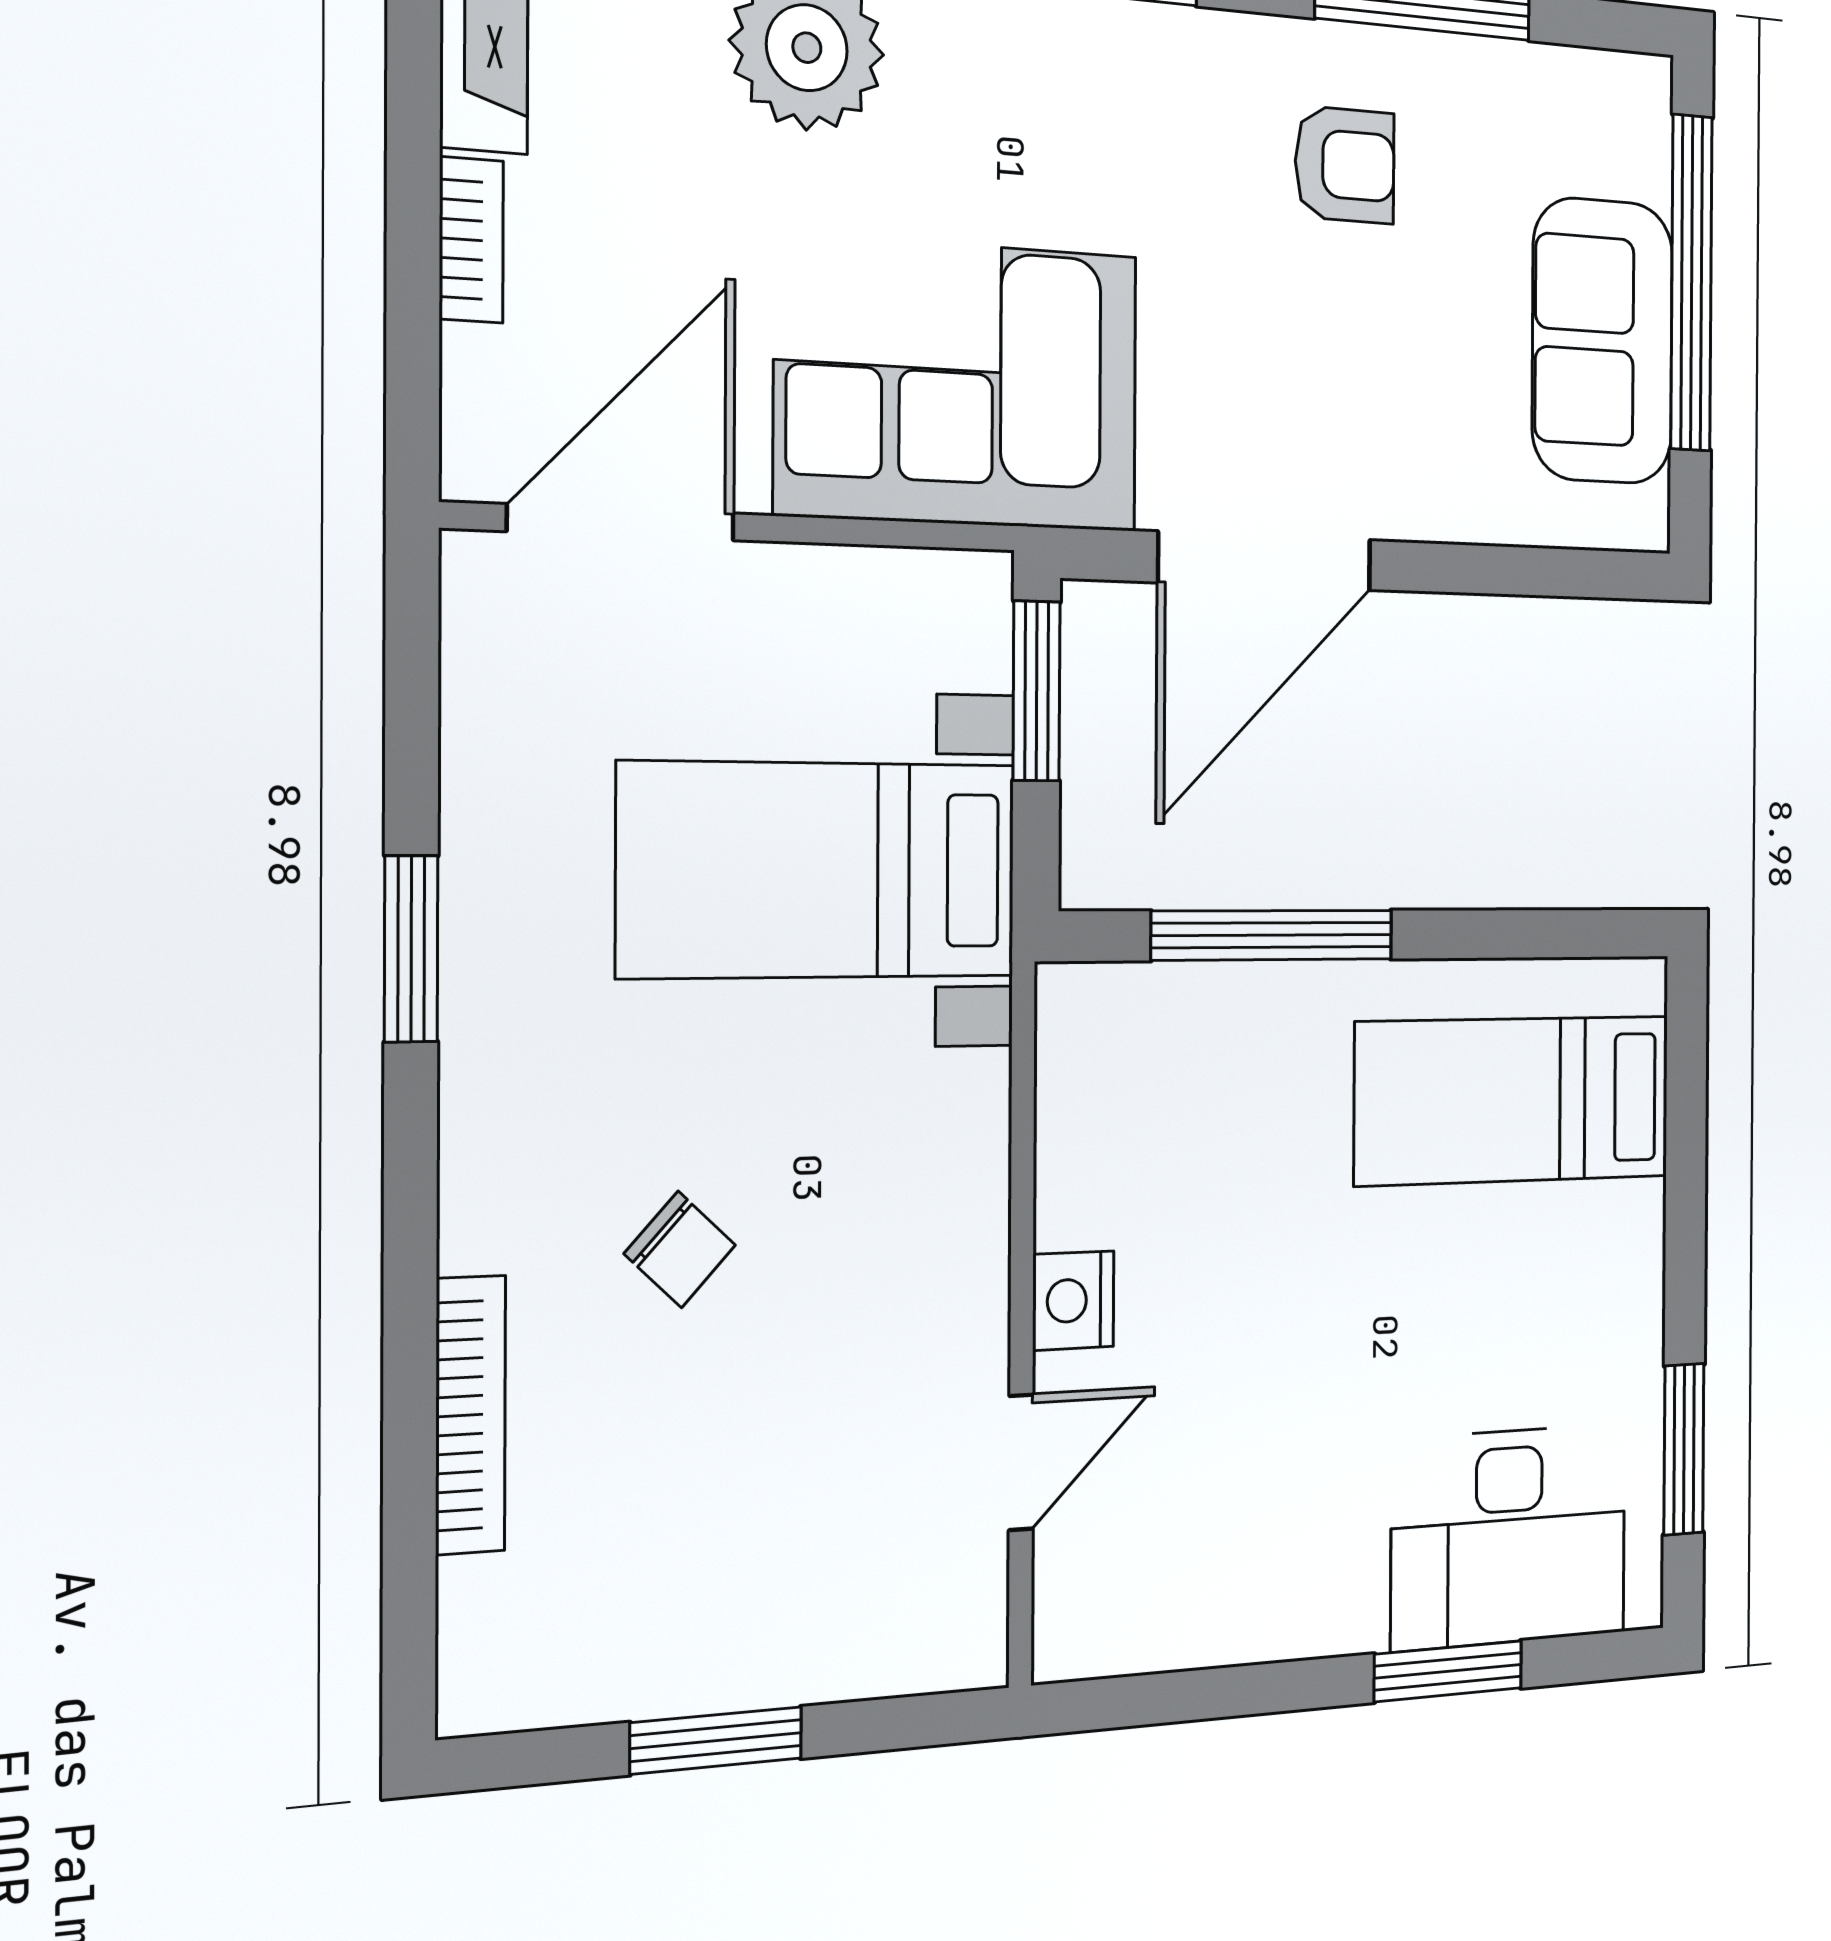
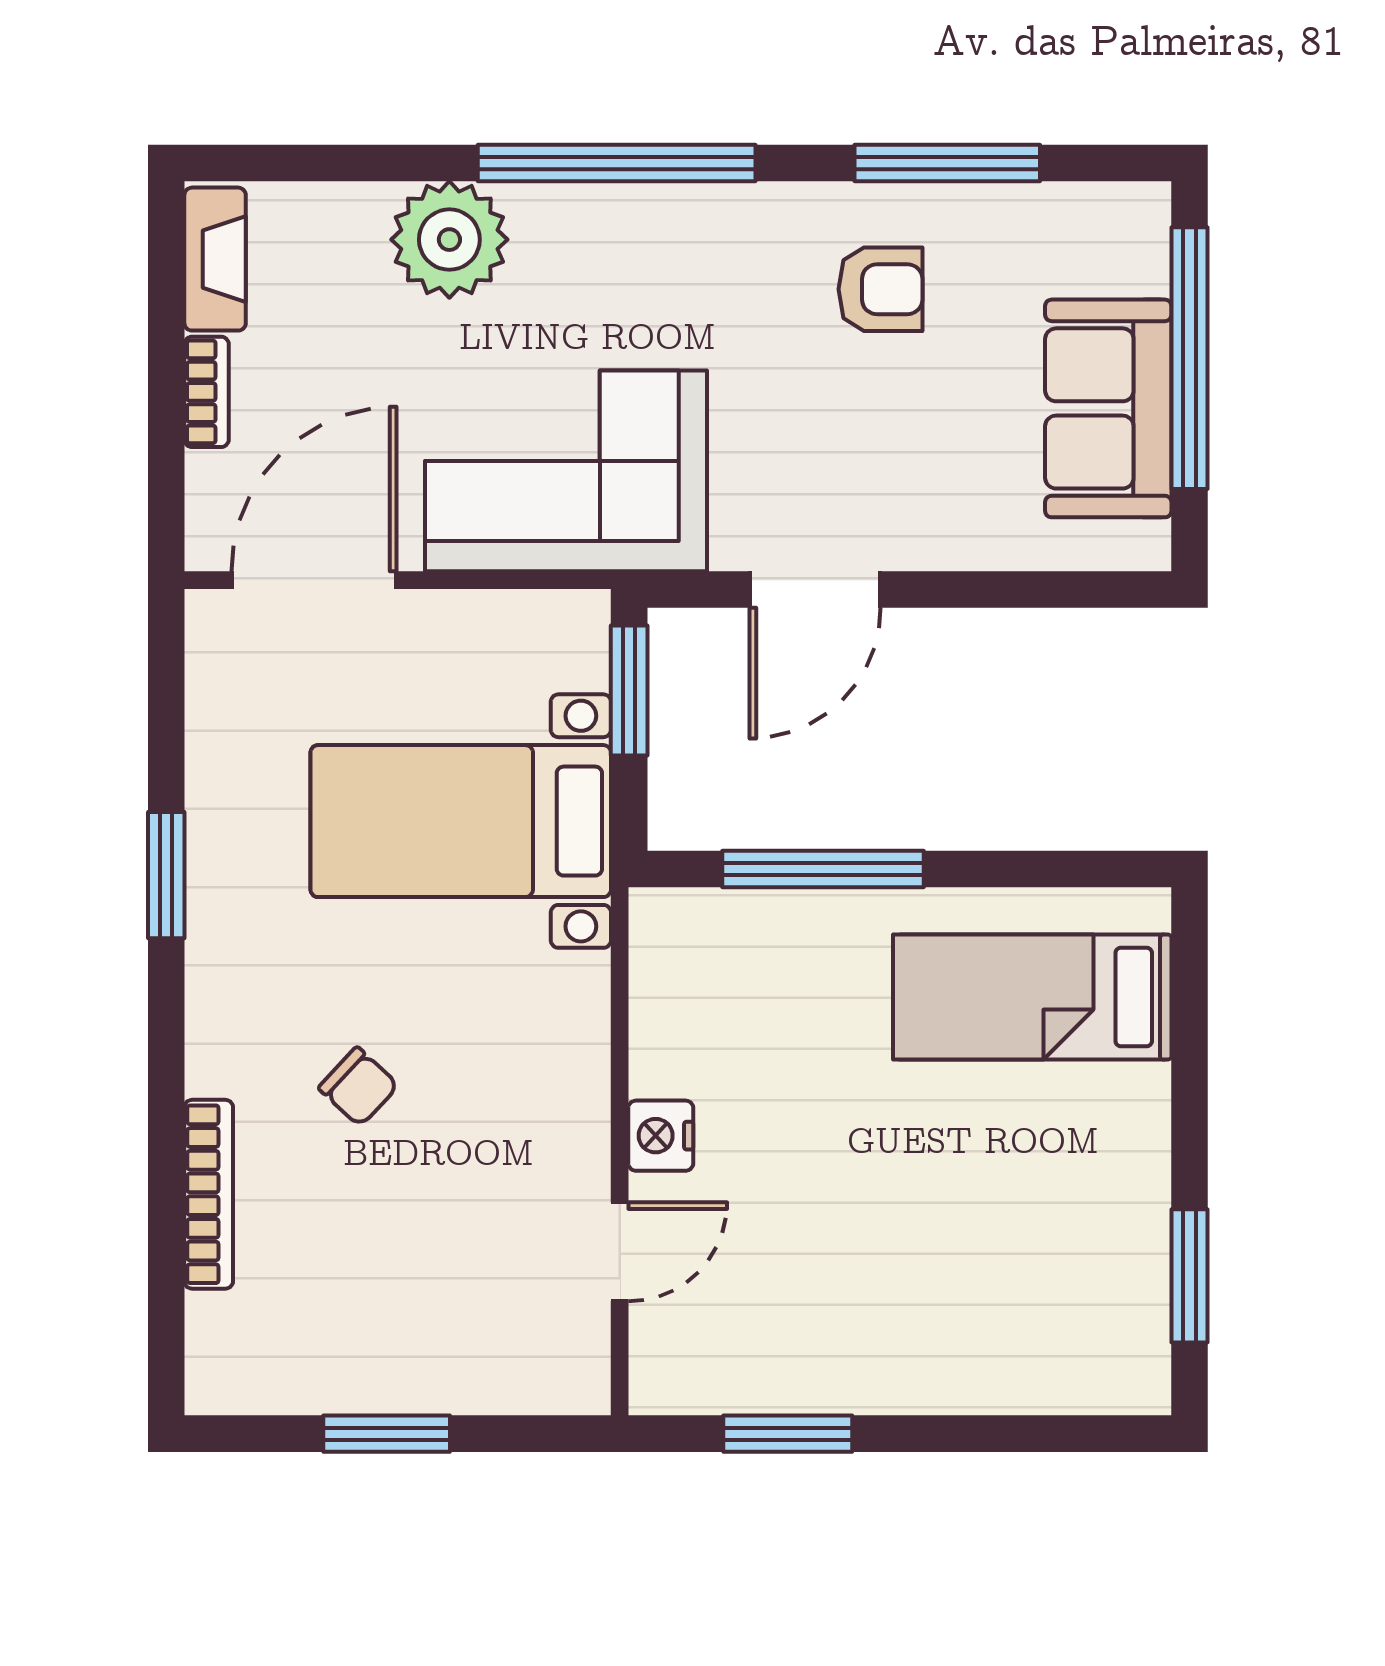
door: (1265, 561) -> (815, 590), width x0.73
desk: (1509, 1537) -> (1031, 1334), removed
window: (1448, 1671) -> (788, 1434), moved

